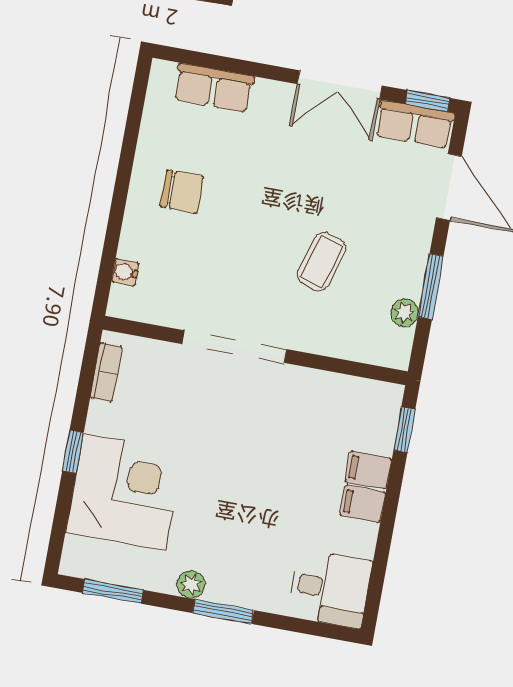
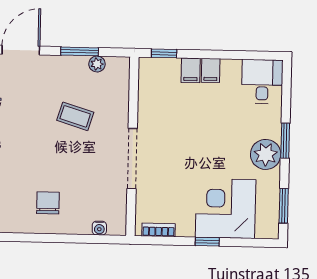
plant: (191, 584) -> (266, 154), width x1.88, depth x1.88

